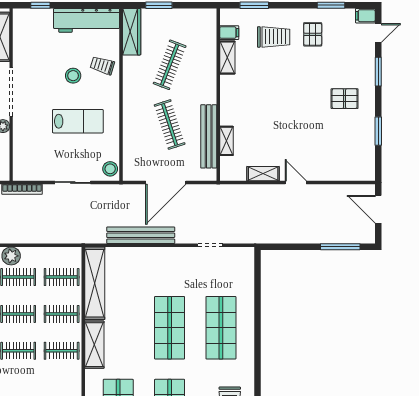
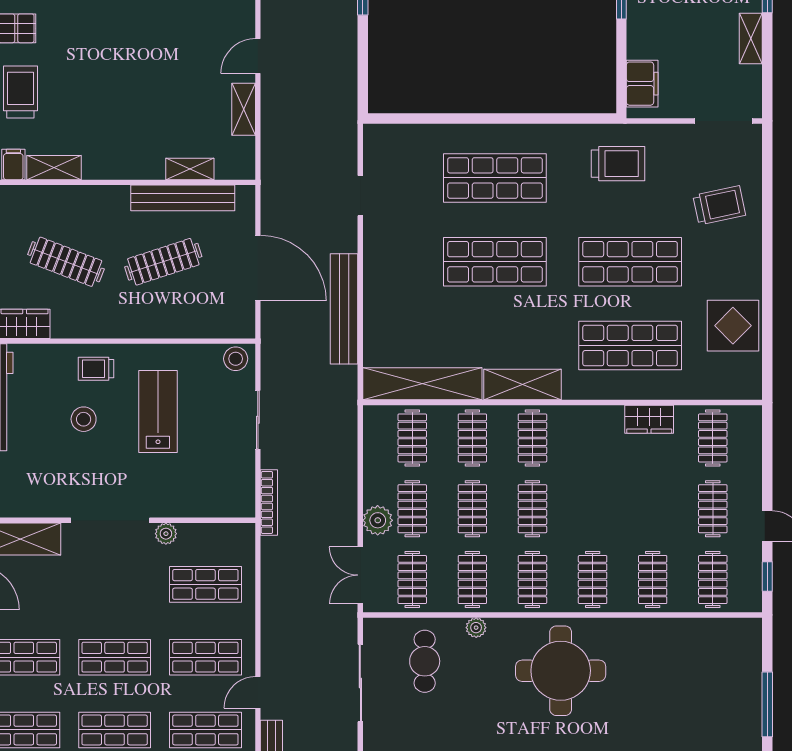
trolley: (102, 65) -> (96, 369), moved, turned 73

